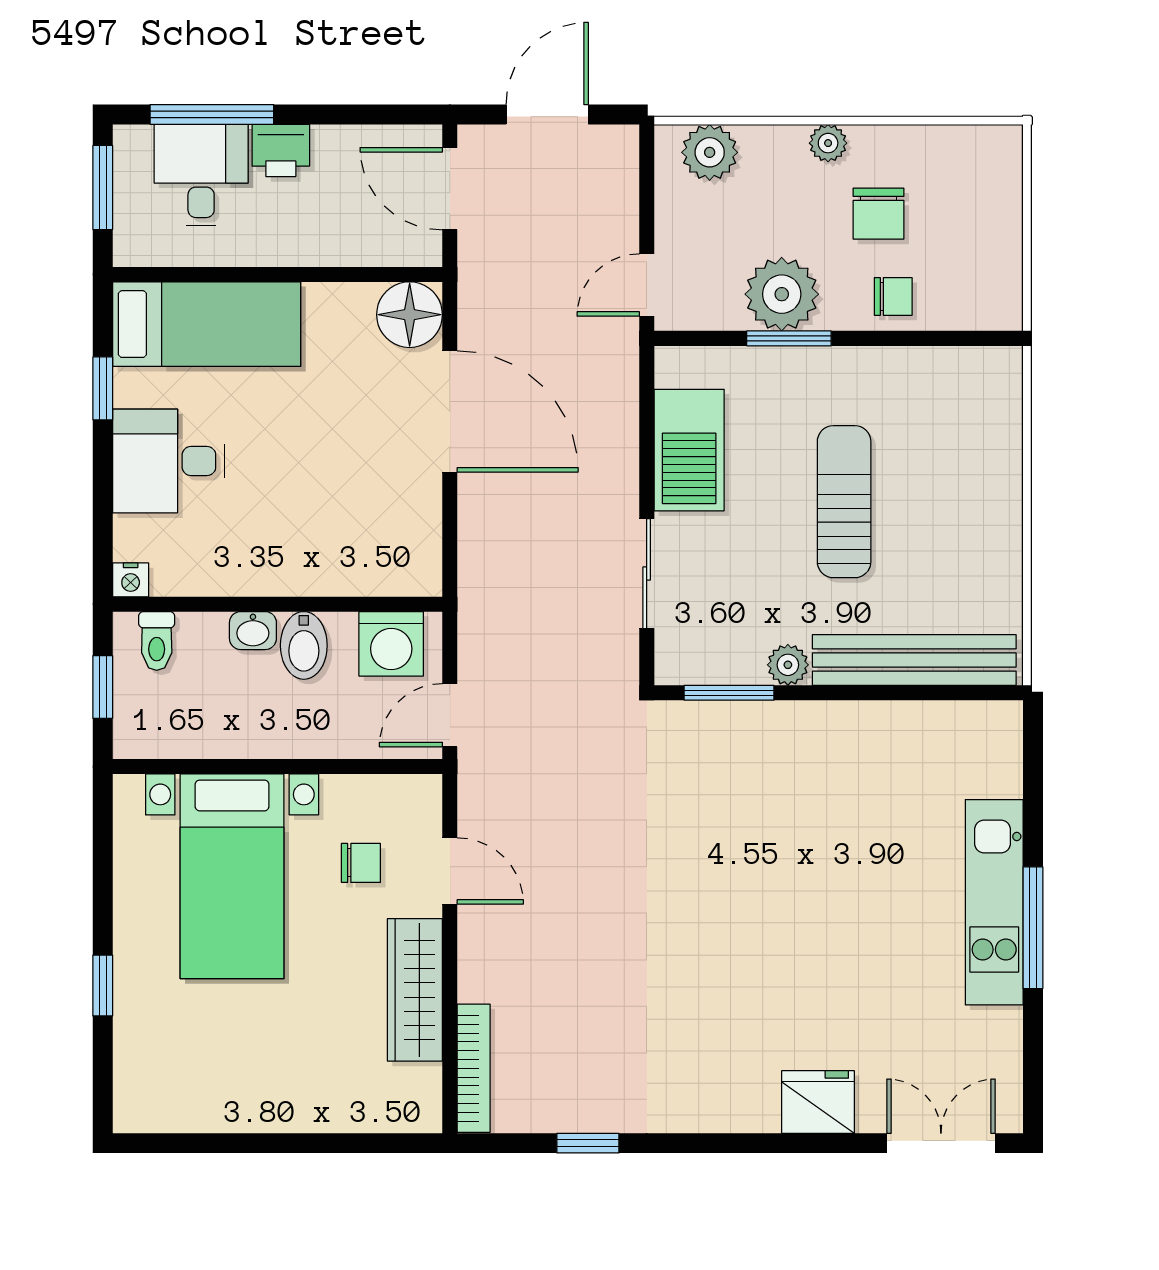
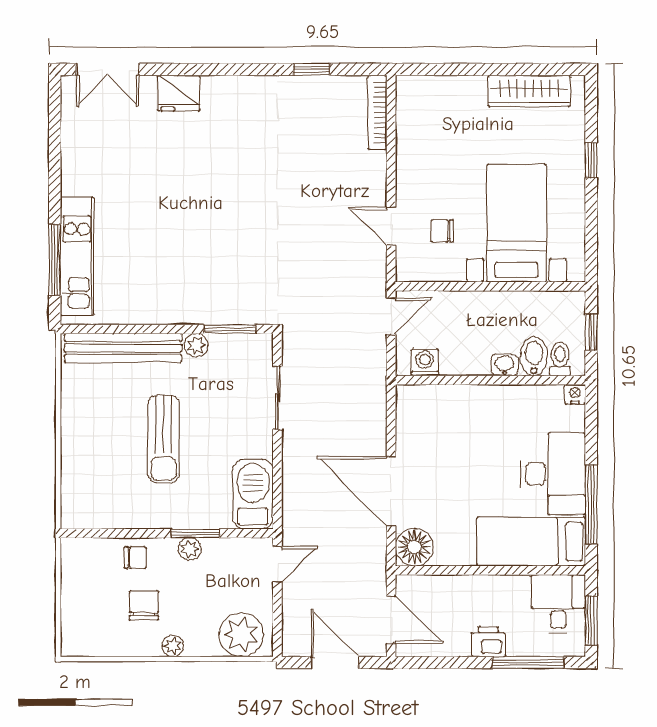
door: (547, 114) -> (335, 663), swing flipped
plant: (710, 152) -> (241, 635), width x1.36, depth x1.36
desk: (201, 175) -> (558, 604), moved, turned 180
plant: (782, 294) -> (190, 549), width x0.53, depth x0.53
chair: (893, 296) -> (135, 558), turned 180
window: (103, 388) -> (591, 505), width x2.17
barbecue: (689, 450) -> (253, 494), moved
desk: (169, 461) -> (553, 474), width x1.37
washing machine: (391, 644) -> (425, 362), width x0.73, depth x0.73
bidet: (304, 645) -> (534, 356), moved
kitchen unit: (994, 902) -> (77, 256), moved
window: (1033, 928) -> (55, 260), moved
wardrobe: (415, 990) -> (529, 91), moved, turned 90

